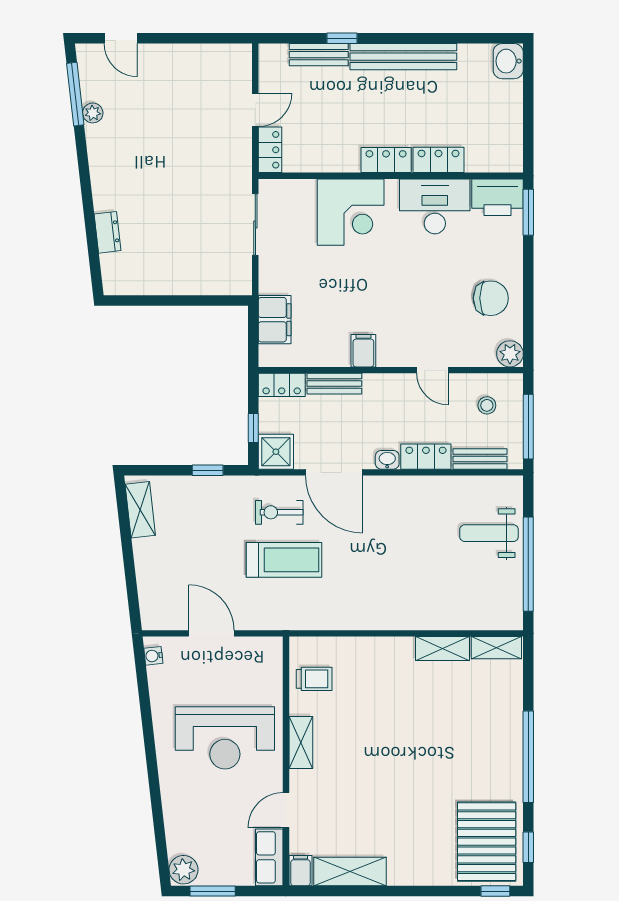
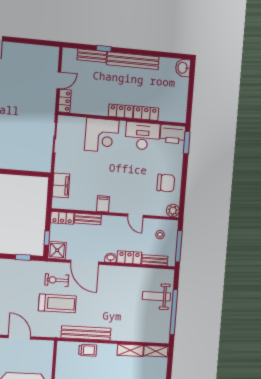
bench: (347, 618) -> (86, 333), added
trolley: (314, 679) -> (88, 350), moved

